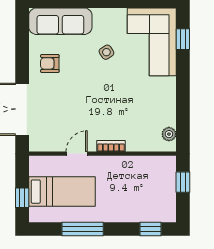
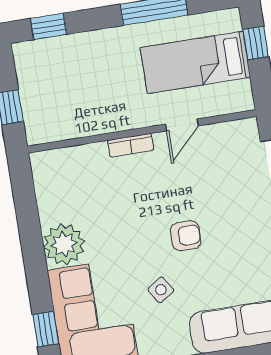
armchair: (50, 63) -> (186, 236), moved
plant: (169, 134) -> (64, 244), moved, width x1.88, depth x1.88

